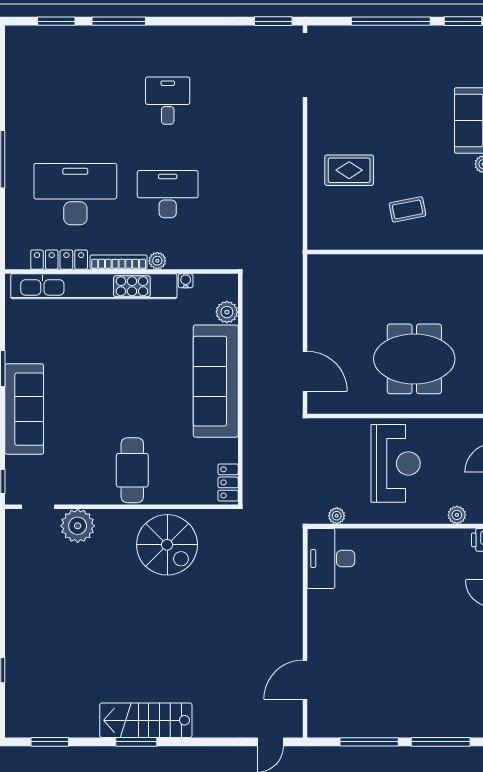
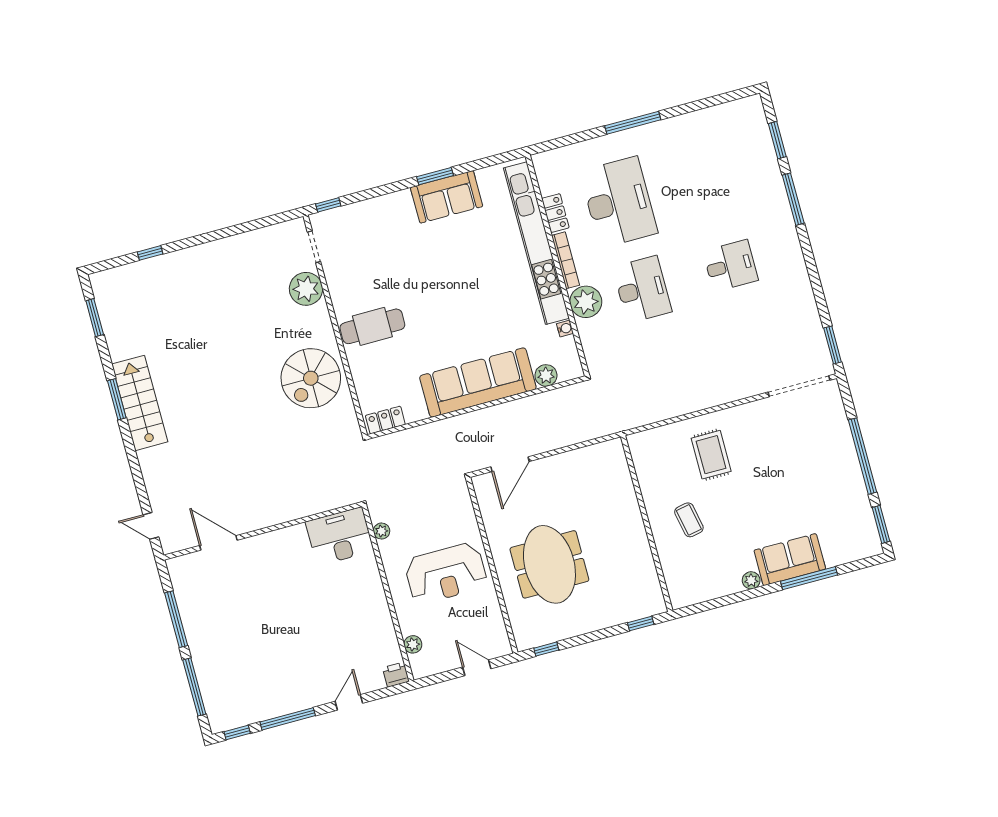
locker: (59, 260) -> (555, 213), width x0.66
plant: (157, 261) -> (586, 302), width x1.88, depth x1.88
sofa: (24, 409) -> (447, 197), moved, width x0.73

